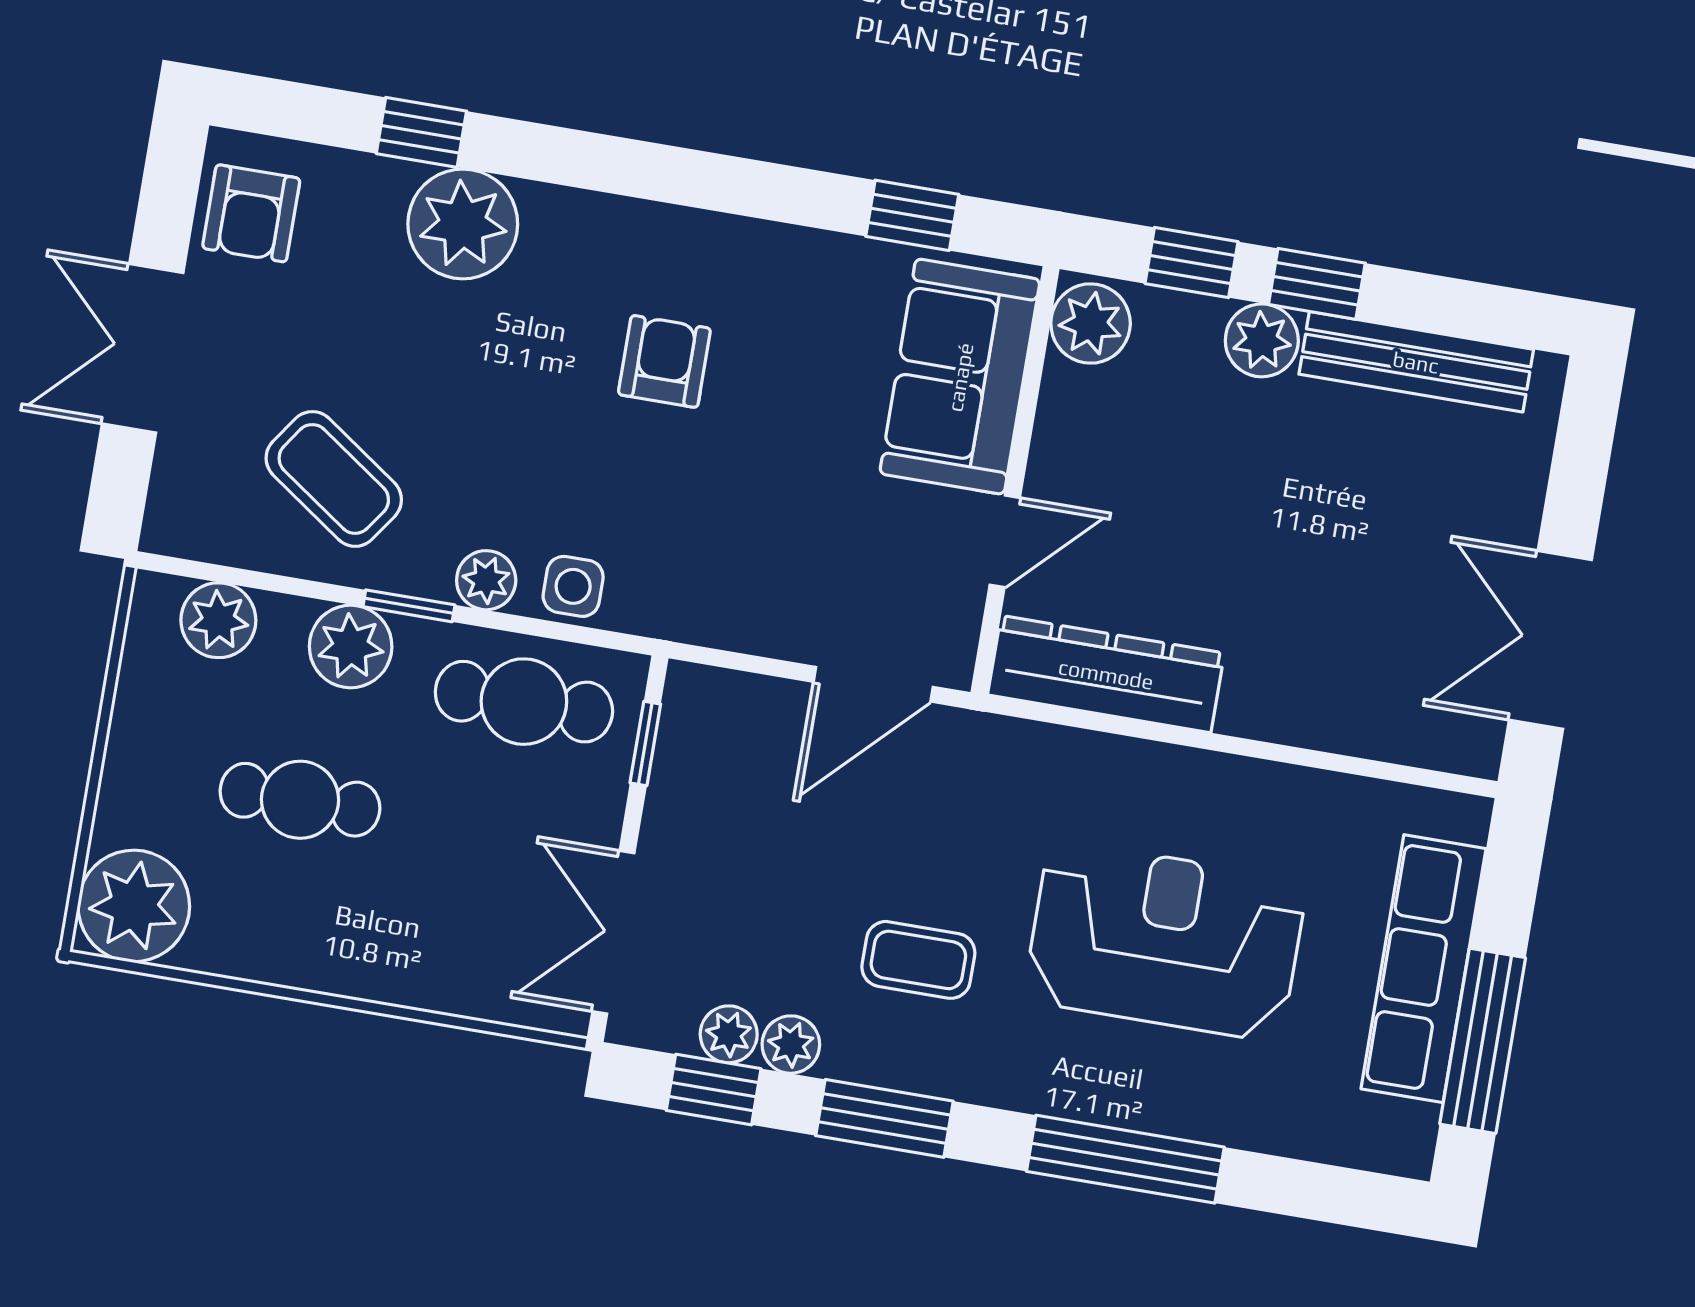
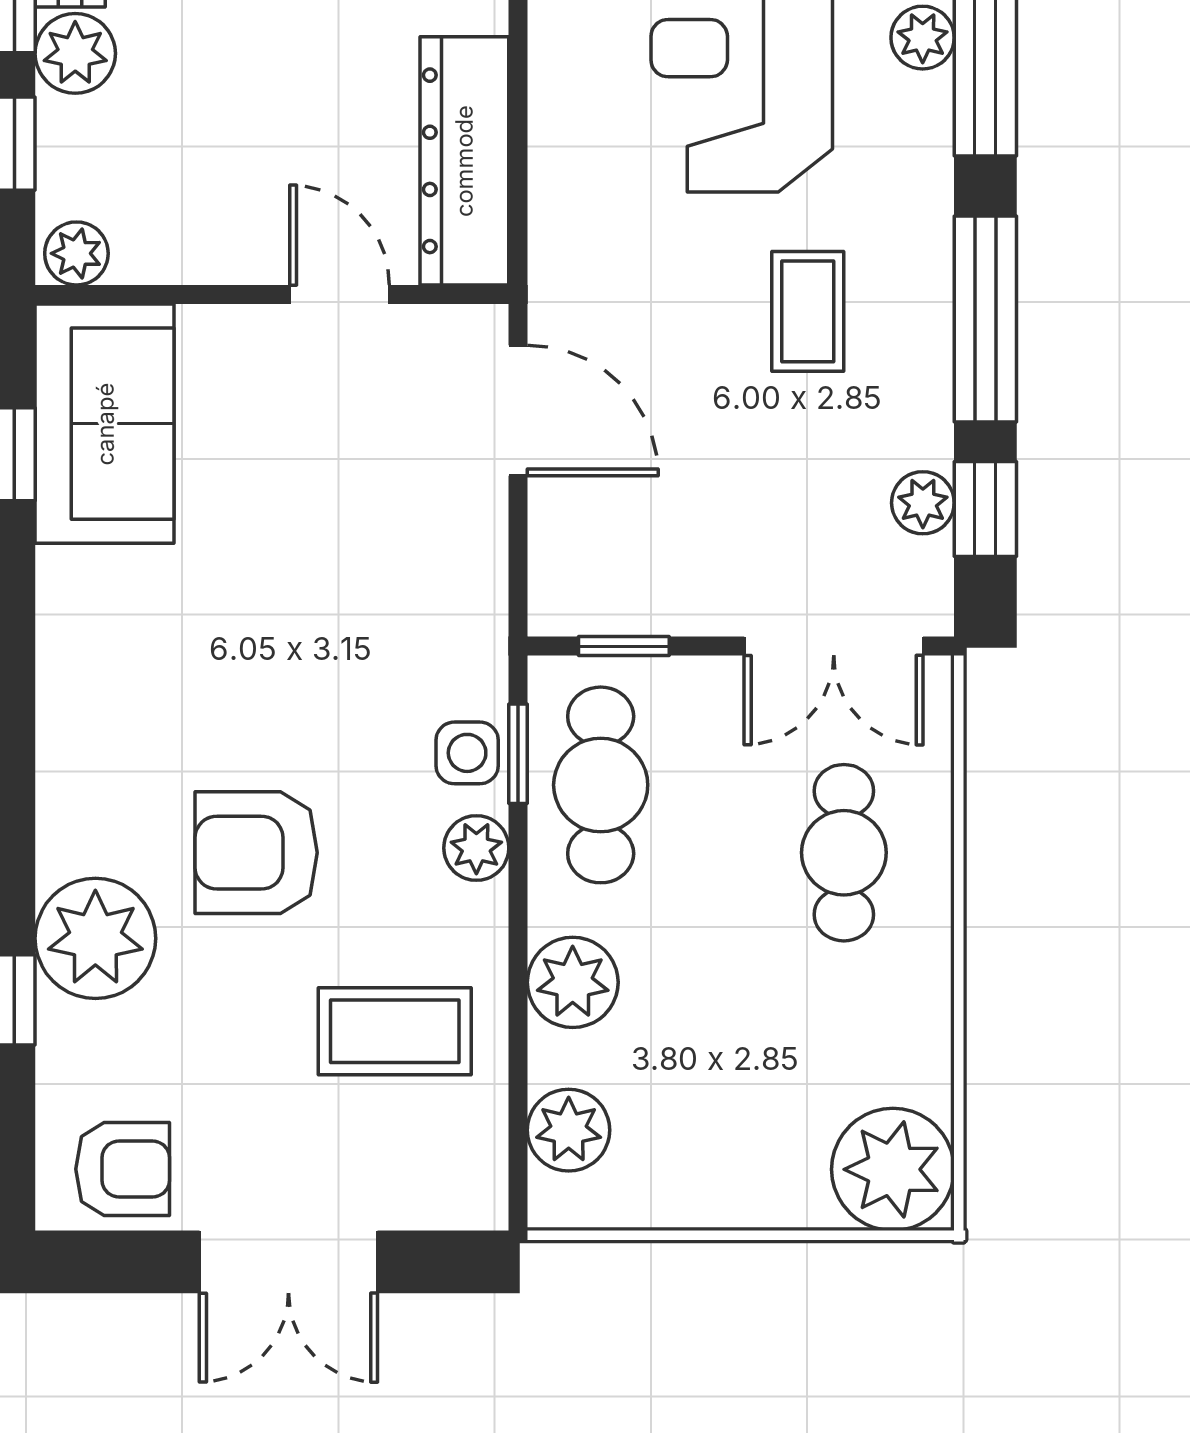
plant: (1091, 323) -> (76, 253), width x0.73, depth x0.73
armchair: (664, 361) -> (256, 853), moved, width x1.38, depth x1.38
sofa: (960, 377) -> (105, 424), moved, turned -90
coffee table: (334, 479) -> (395, 1031), turned 55
window: (409, 606) -> (518, 754), moved
cafe table: (300, 800) -> (844, 853), moved
plant: (791, 1045) -> (923, 38), moved
window: (884, 1118) -> (985, 319), width x1.44

